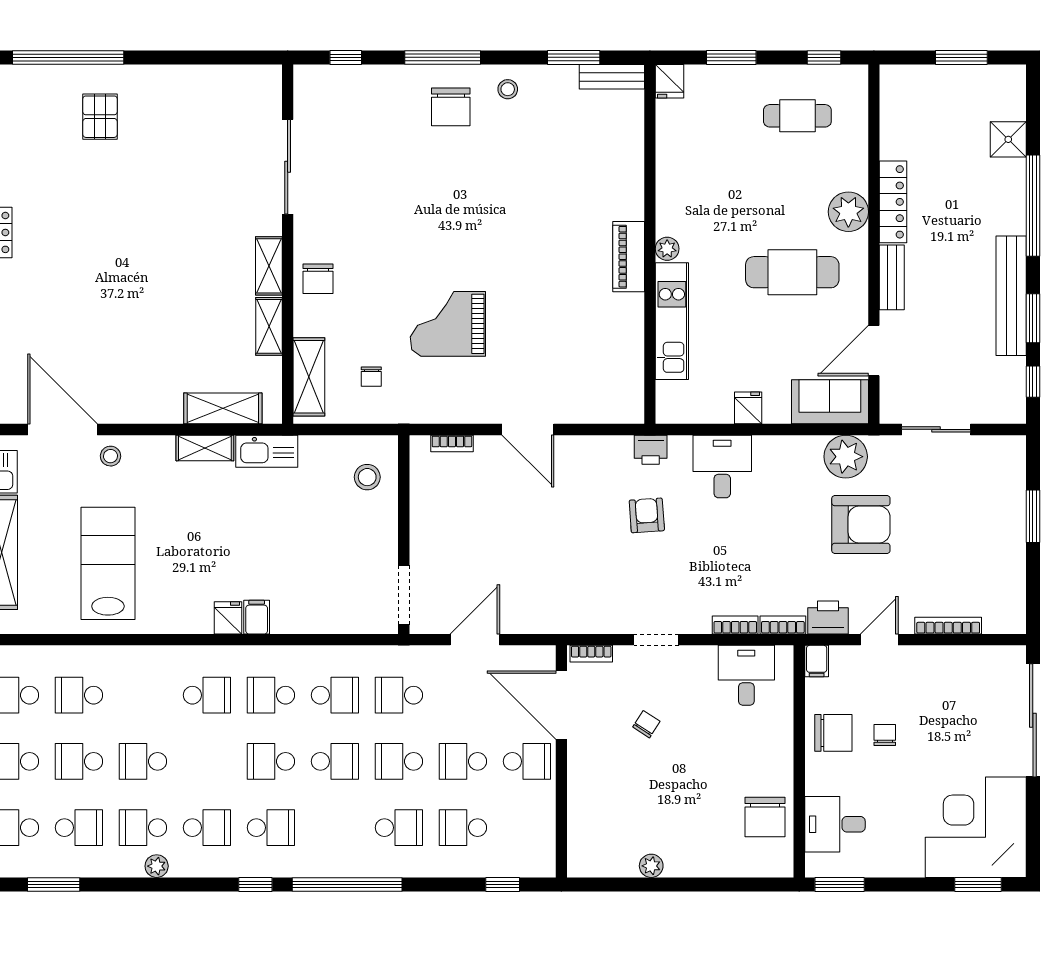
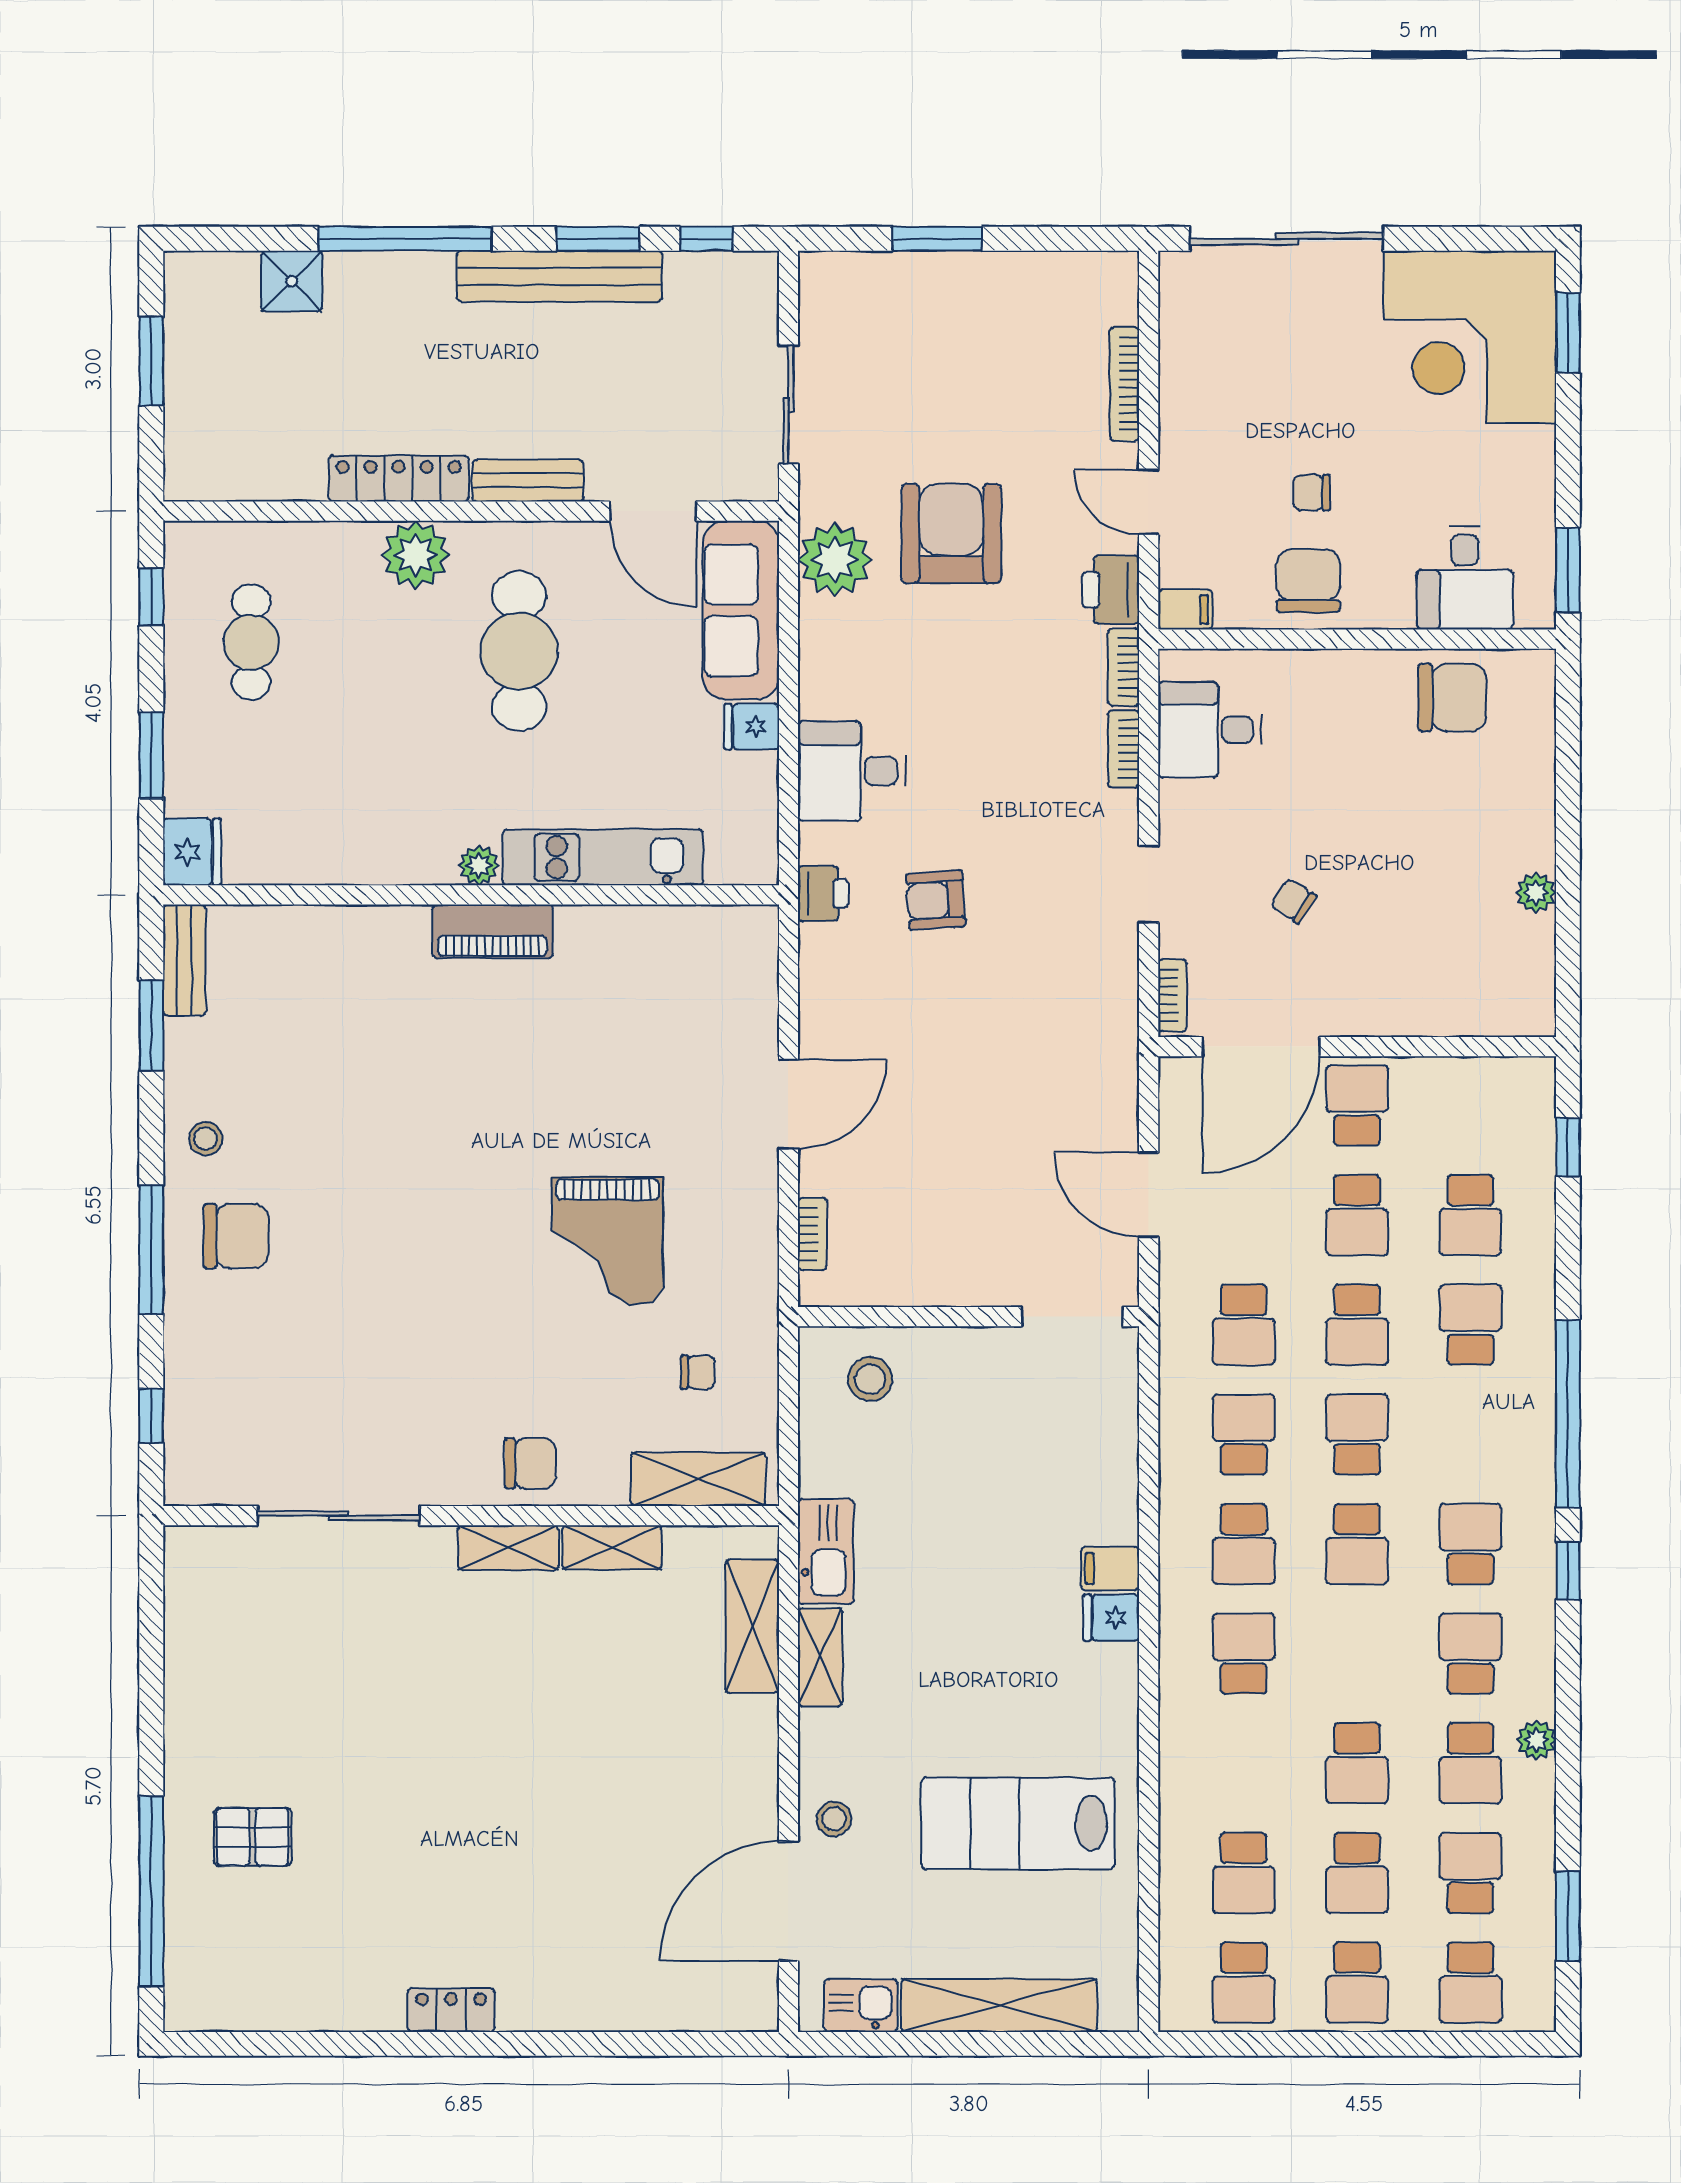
fridge: (670, 81) -> (192, 852), width x1.38
sofa: (830, 402) -> (741, 610), width x1.36

